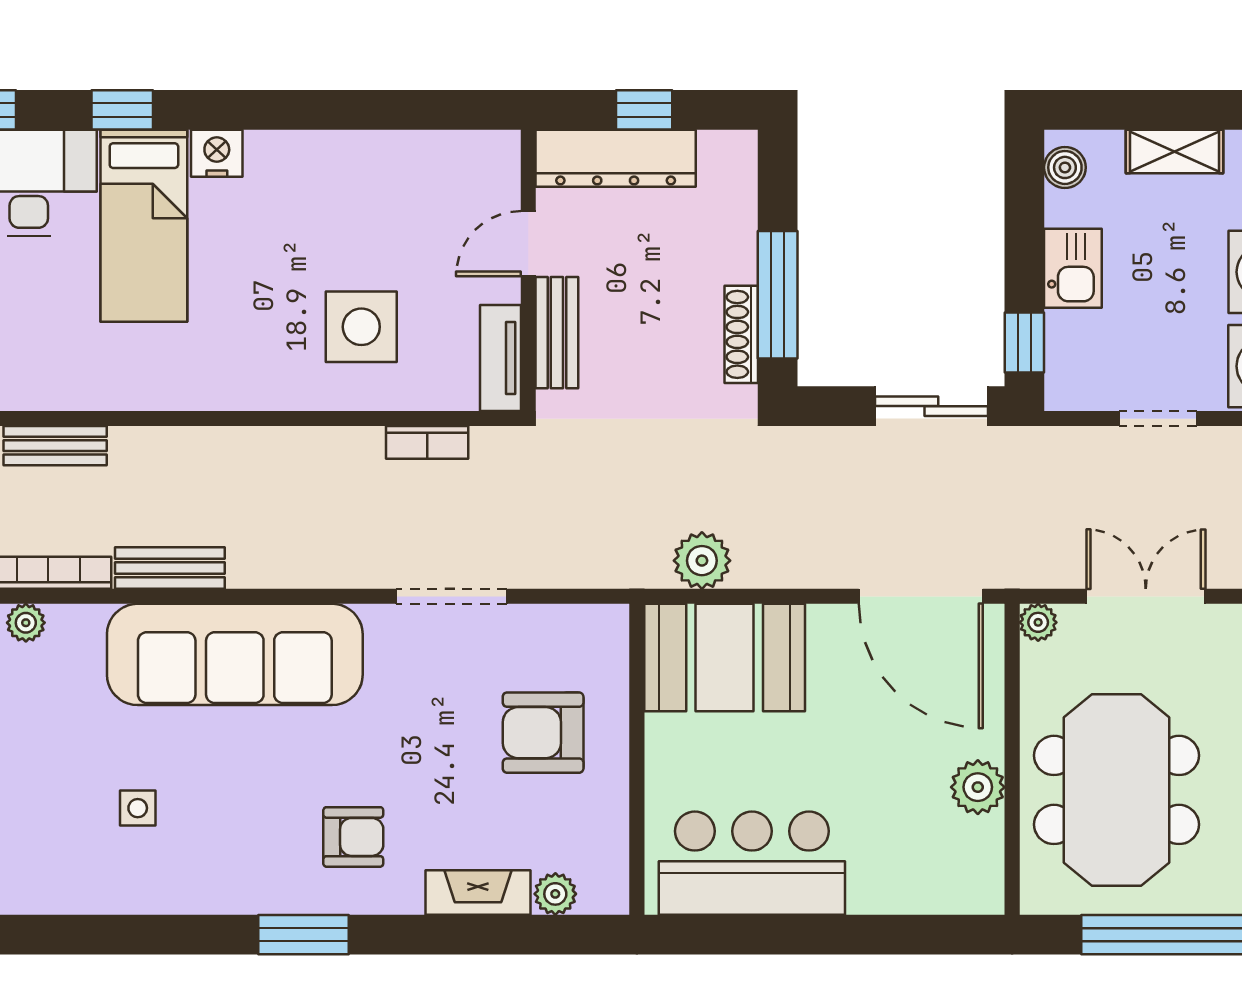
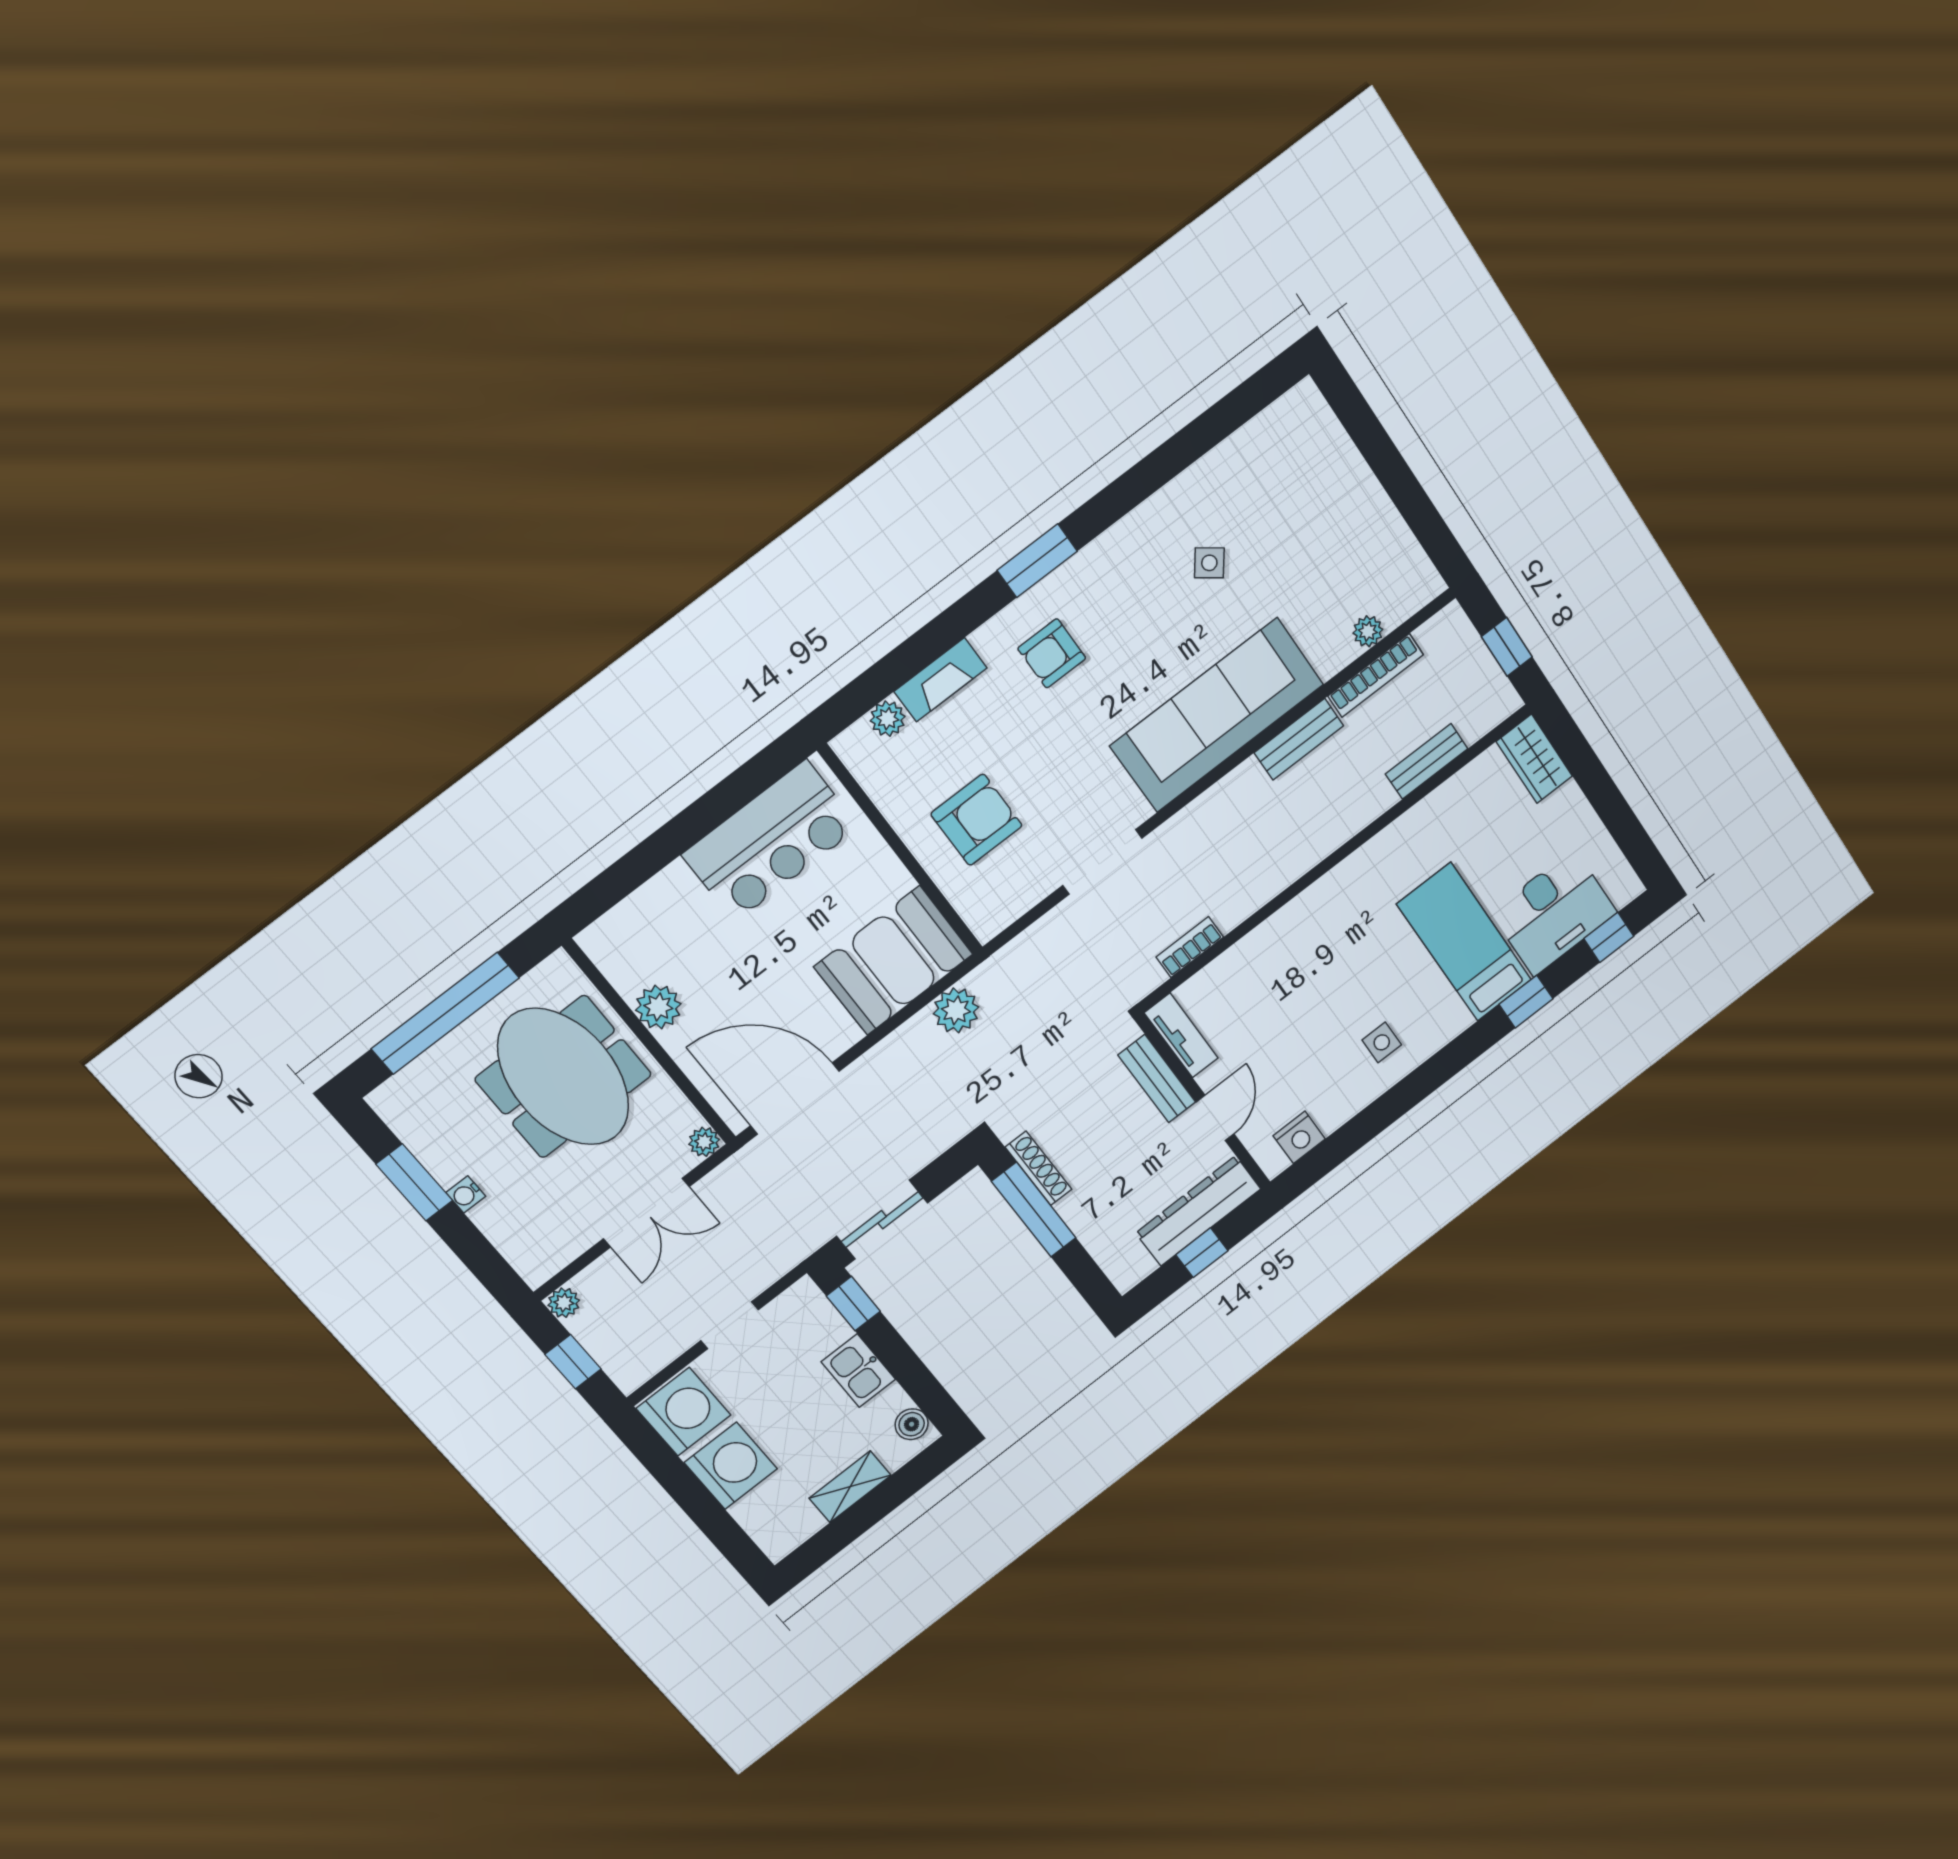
nightstand: (217, 153) -> (1299, 1137), moved
side table: (361, 327) -> (1382, 1042), moved, width x0.54, depth x0.54
side table: (138, 808) -> (1209, 563), turned 37

